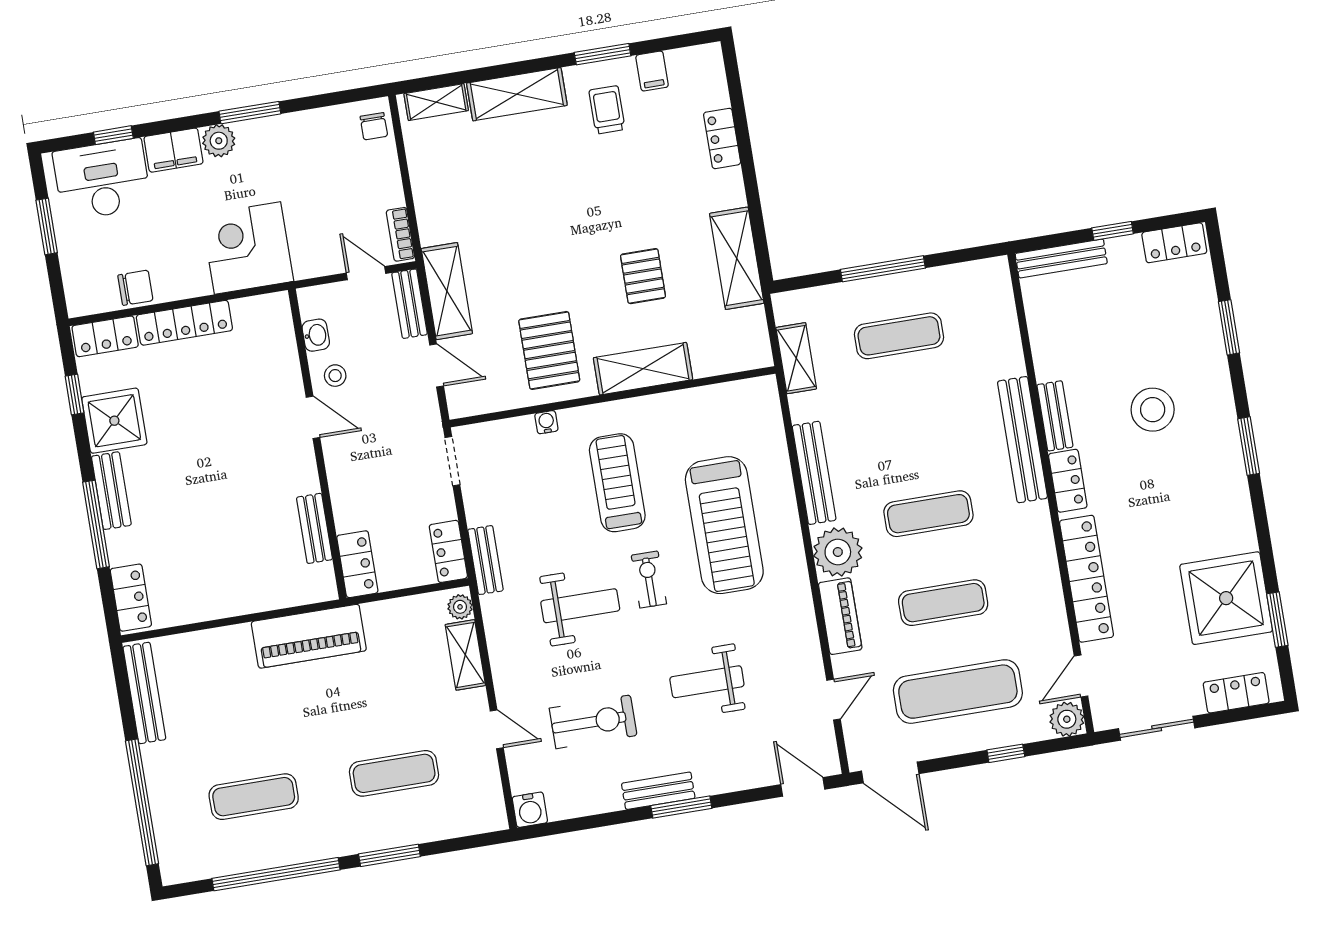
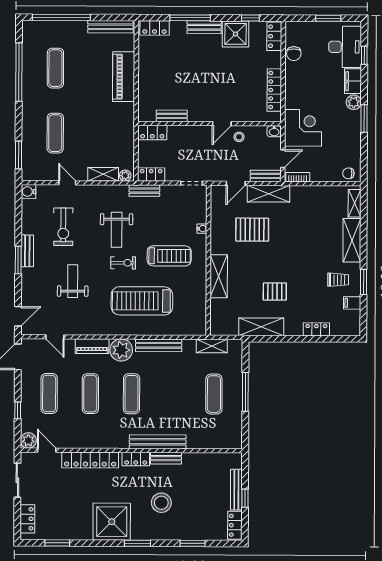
corner desk: (248, 248) -> (303, 128), moved
bench: (1061, 258) -> (236, 490), moved
pallet: (643, 276) -> (275, 292), moved
locker: (184, 323) -> (274, 90), moved
washbasin: (316, 335) -> (274, 131), moved
pallet: (549, 350) -> (252, 230), moved
shower: (1226, 598) -> (112, 522), moved
piano: (309, 636) -> (124, 77), moved
exercise mat: (958, 692) -> (49, 393), width x0.73, depth x0.69
door: (497, 729) -> (67, 183), swing flipped
window: (389, 855) -> (19, 155), moved

